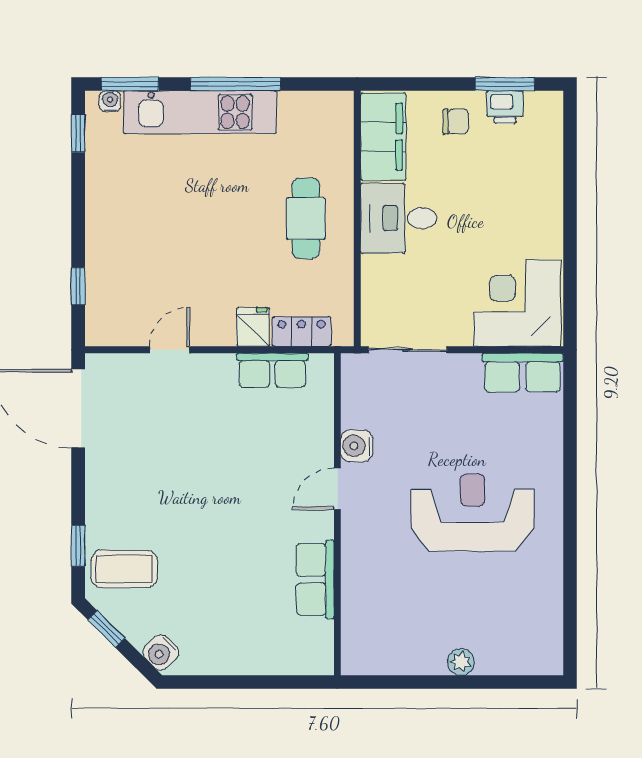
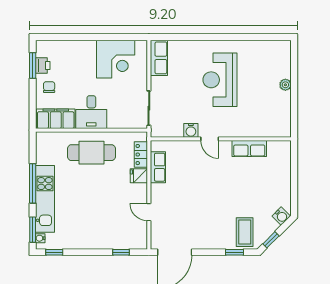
cafe table: (306, 218) -> (91, 153), width x1.37, depth x1.35
corner desk: (517, 303) -> (116, 59), moved, turned -90

